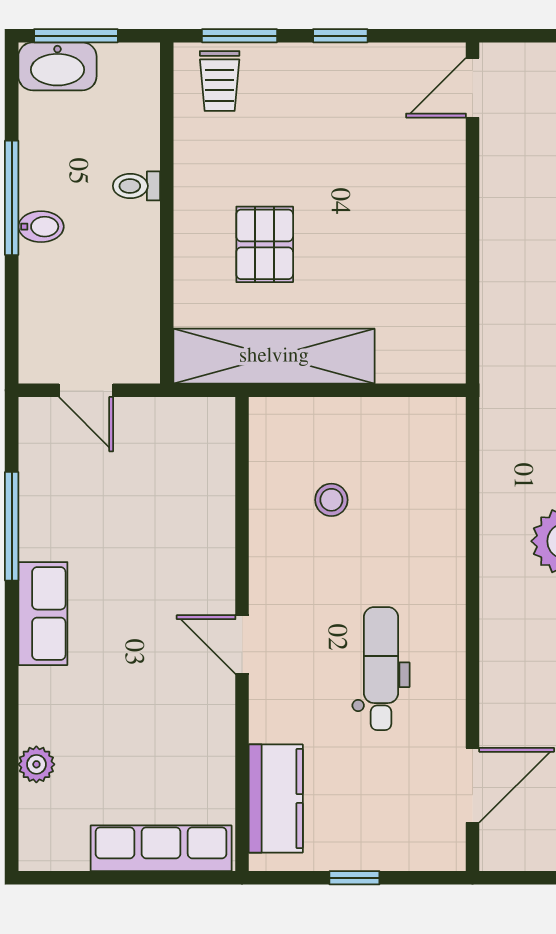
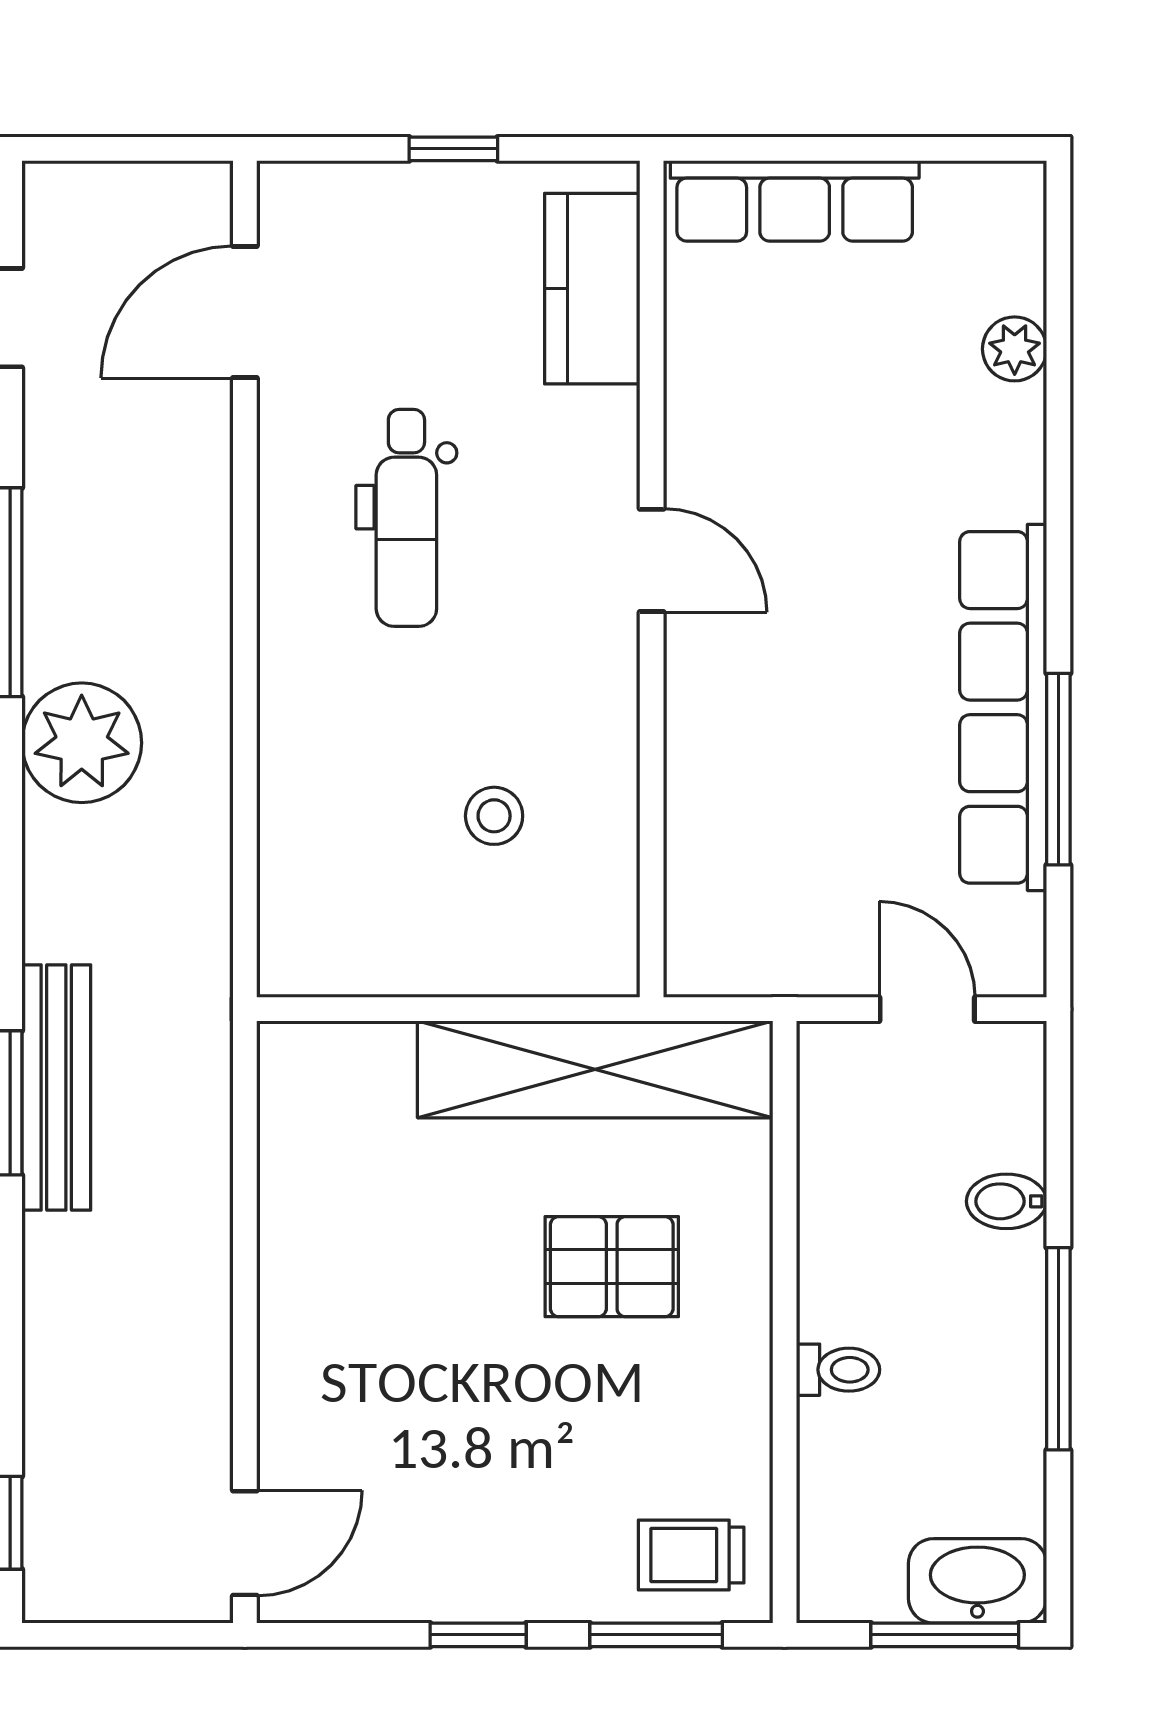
trolley: (220, 81) -> (691, 1555), turned -90
bidet: (41, 227) -> (1006, 1201), moved
pallet: (265, 244) -> (612, 1267), turned 90
row of seats: (43, 614) -> (1003, 707), width x2.02

